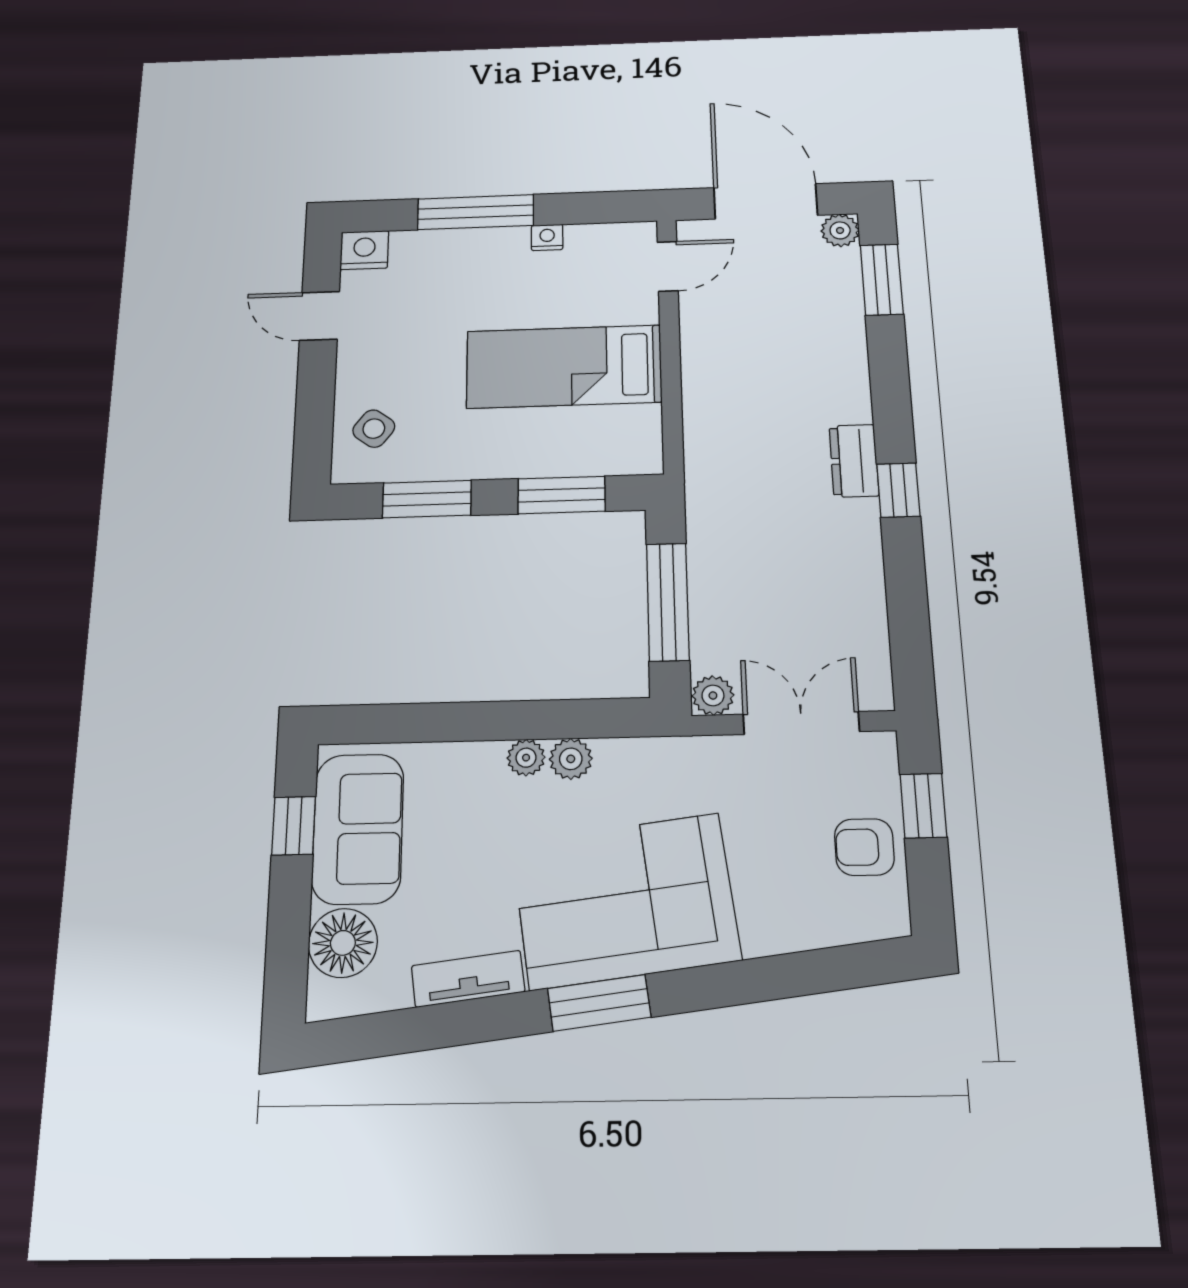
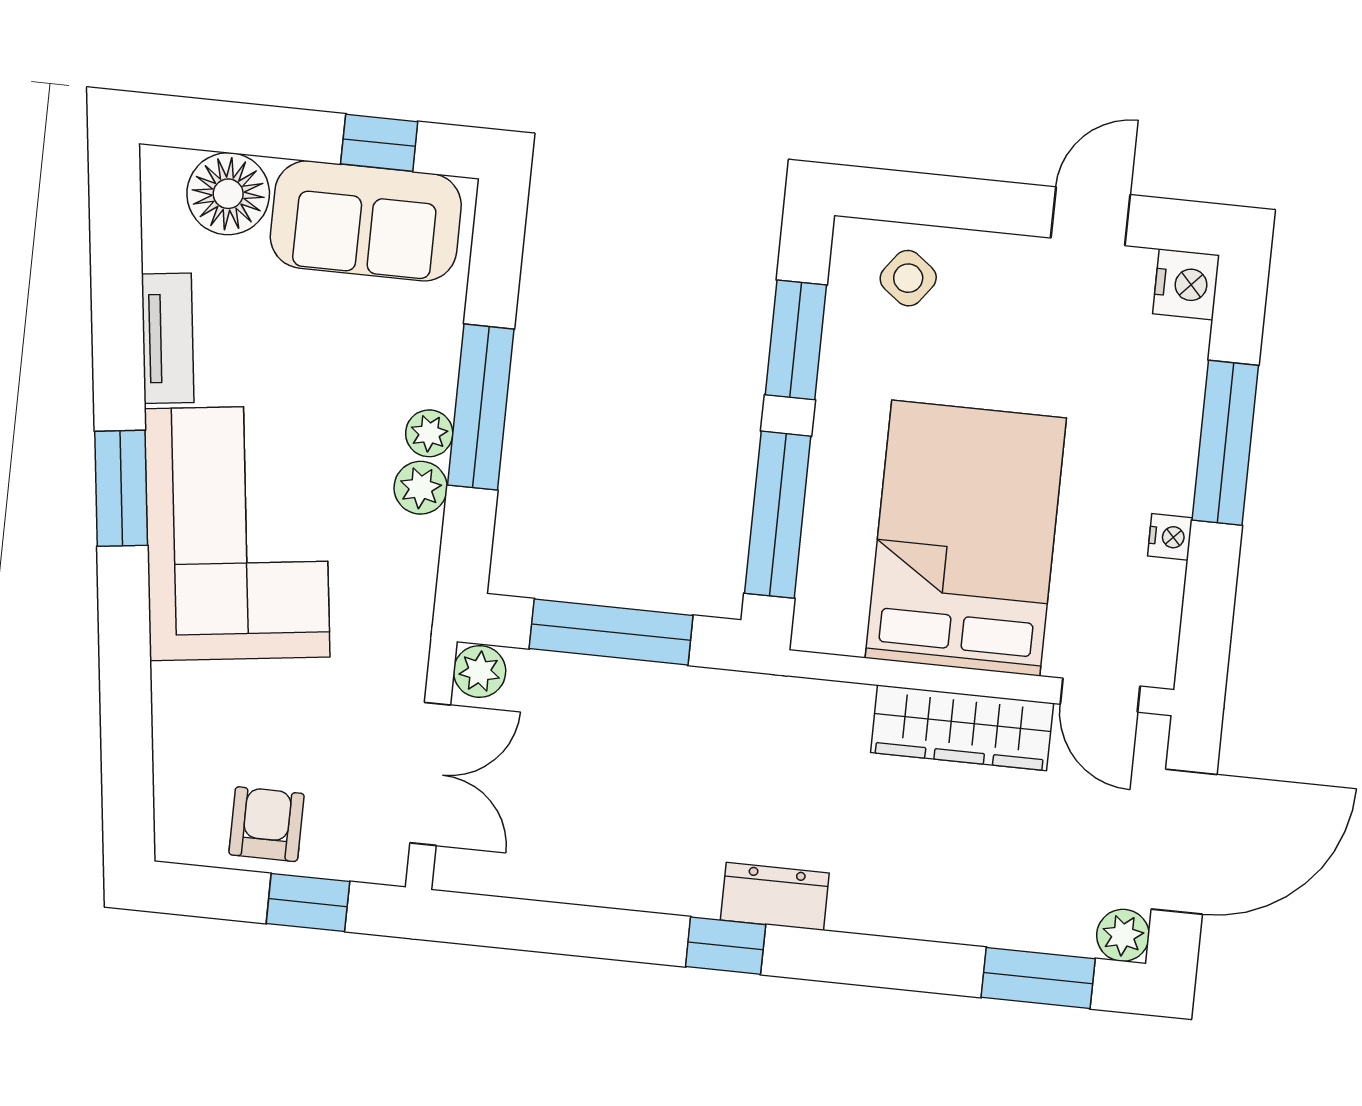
wardrobe: (705, 351) -> (962, 728), added
bed: (564, 367) -> (966, 538), width x1.50
window: (562, 495) -> (778, 515), width x1.44
window: (501, 721) -> (481, 407), added

